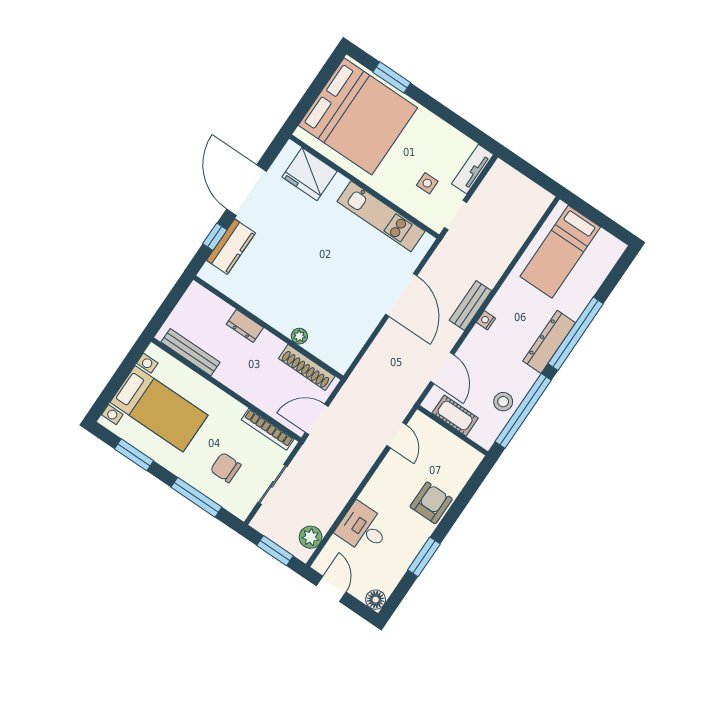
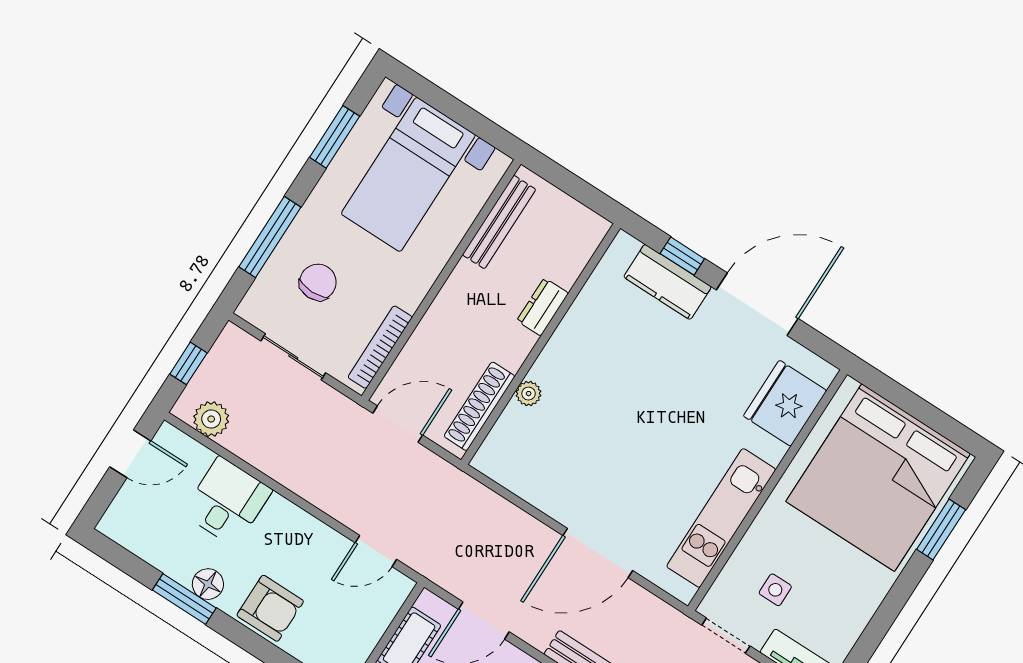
door: (317, 419) -> (398, 424), hinge flipped
window: (275, 551) -> (188, 363), width x0.67
floor lamp: (376, 600) -> (208, 584), moved

